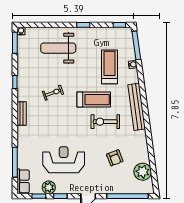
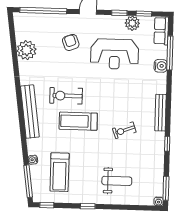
weight bench: (58, 48) -> (117, 181), width x0.73, depth x0.75
treadmill: (109, 67) -> (60, 172), moved
bench: (22, 114) -> (160, 113), width x1.36
exercise bike: (105, 122) -> (66, 96), turned 180
water cooler: (23, 150) -> (161, 66), added
armchair: (115, 158) -> (71, 42), moved
plant: (143, 172) -> (27, 50), moved

